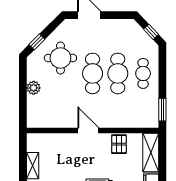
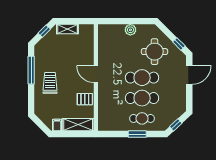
window: (37, 42) -> (179, 44), moved
window: (162, 110) -> (137, 134), moved
door: (88, 131) -> (96, 74), swing flipped

